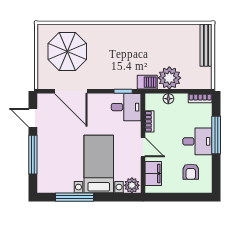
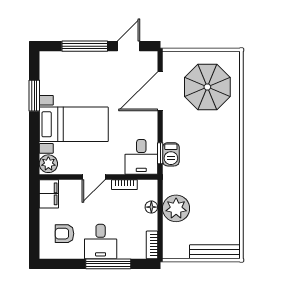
barbecue: (147, 82) -> (171, 154), moved
filing cabinet: (153, 173) -> (49, 194), moved, turned -90
window: (75, 197) -> (34, 96), width x0.69

